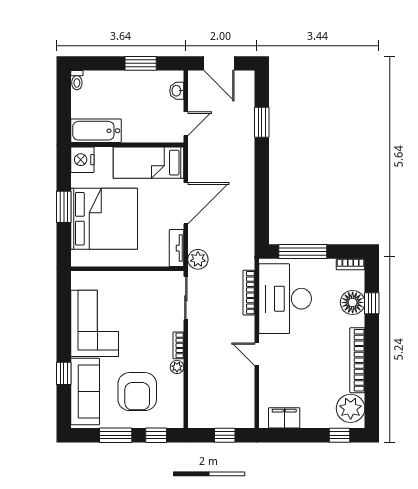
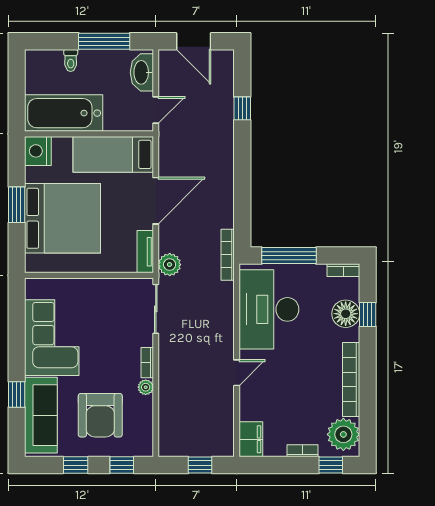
window: (141, 63) -> (104, 41), width x1.44
toilet: (77, 80) -> (71, 60), moved
washbasin: (177, 91) -> (142, 72), width x1.91, depth x1.45
window: (262, 122) -> (242, 108), width x0.67
bathtub: (96, 131) -> (64, 113), width x1.36, depth x1.36
bookcase: (249, 293) -> (228, 255), moved
door: (257, 354) -> (237, 373), swing flipped
filing cabinet: (284, 418) -> (251, 439), moved, turned 90
bookcase: (315, 423) -> (302, 451), added
window: (116, 435) -> (76, 465), width x0.67

